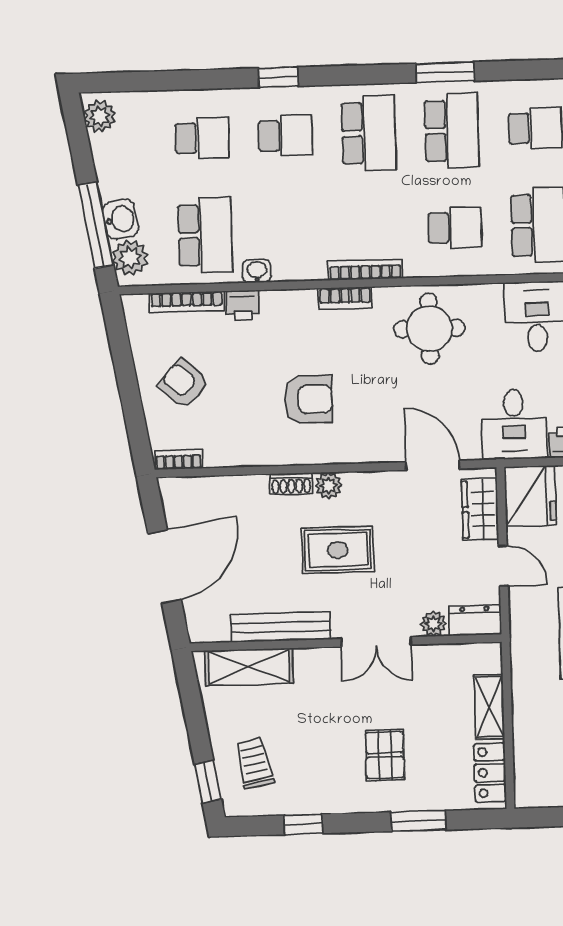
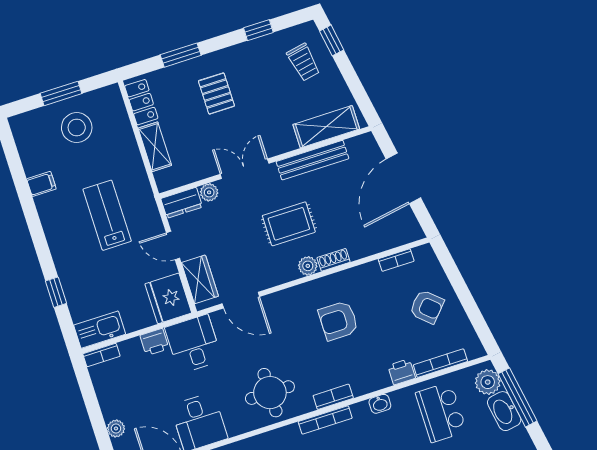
washbasin: (121, 219) -> (504, 411), width x1.38
washbasin: (257, 271) -> (380, 404), moved
bookcase: (179, 460) -> (396, 260), moved

